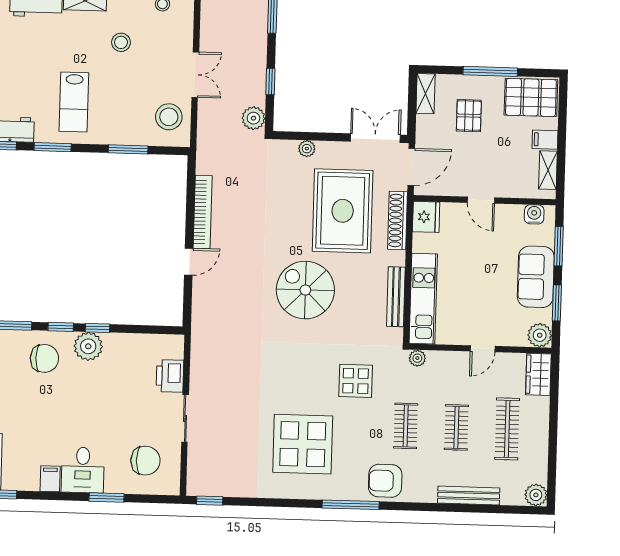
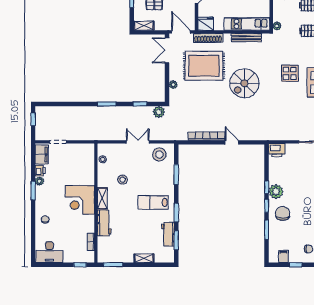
lab bench: (74, 102) -> (153, 202), turned 180
printer: (170, 376) -> (277, 150), moved
display table: (356, 381) -> (290, 73), moved

